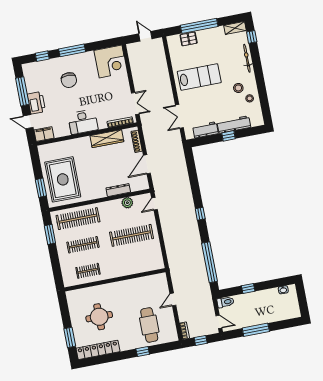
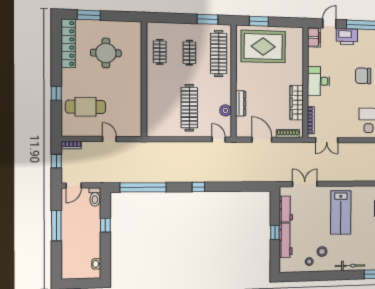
clothes rail: (83, 245) -> (189, 53), width x0.73

